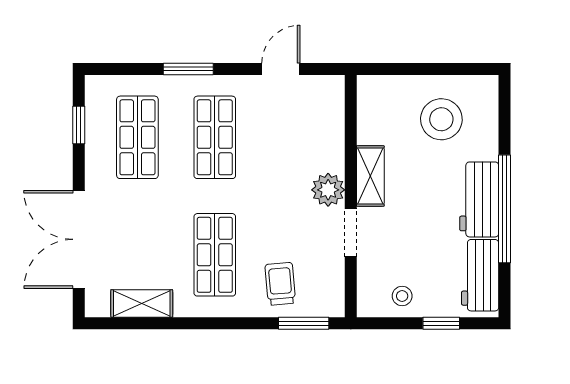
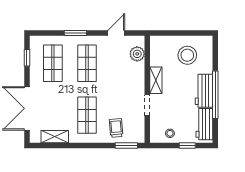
plant: (328, 190) -> (137, 54), moved

